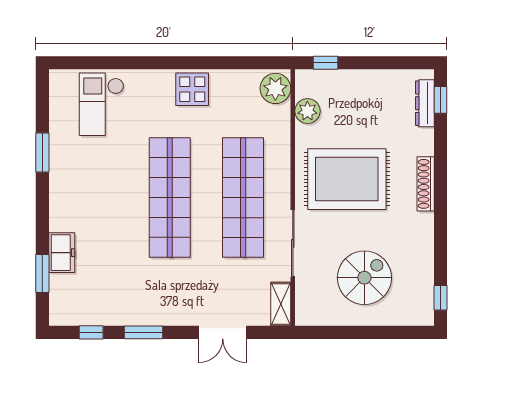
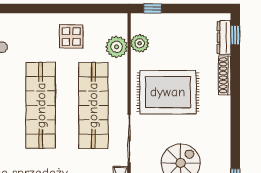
plant: (275, 88) -> (117, 47), moved
display table: (192, 89) -> (71, 36), moved
shoe rack: (426, 184) -> (225, 75), moved

